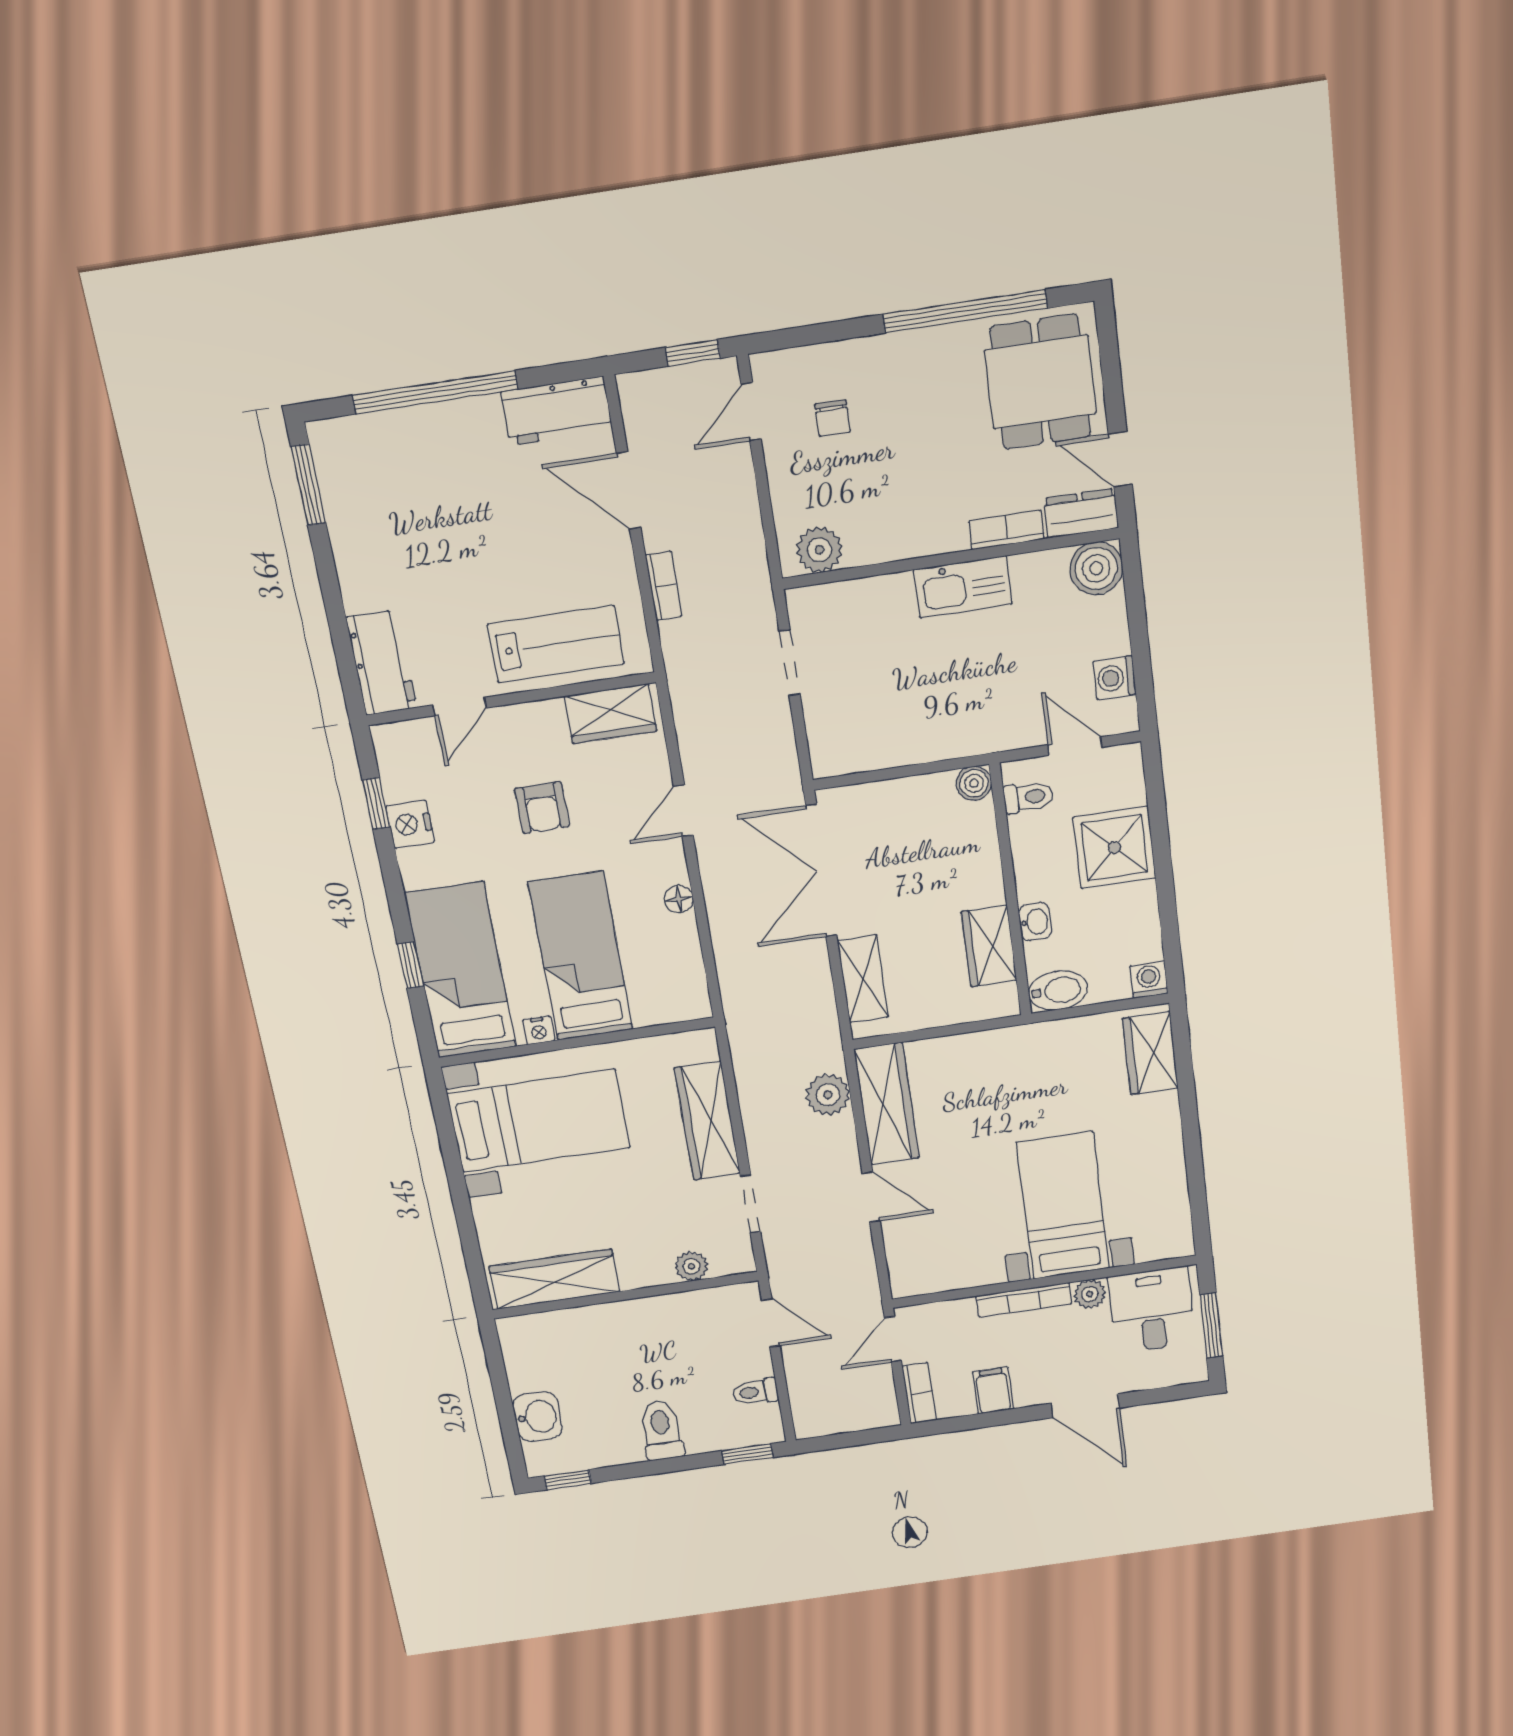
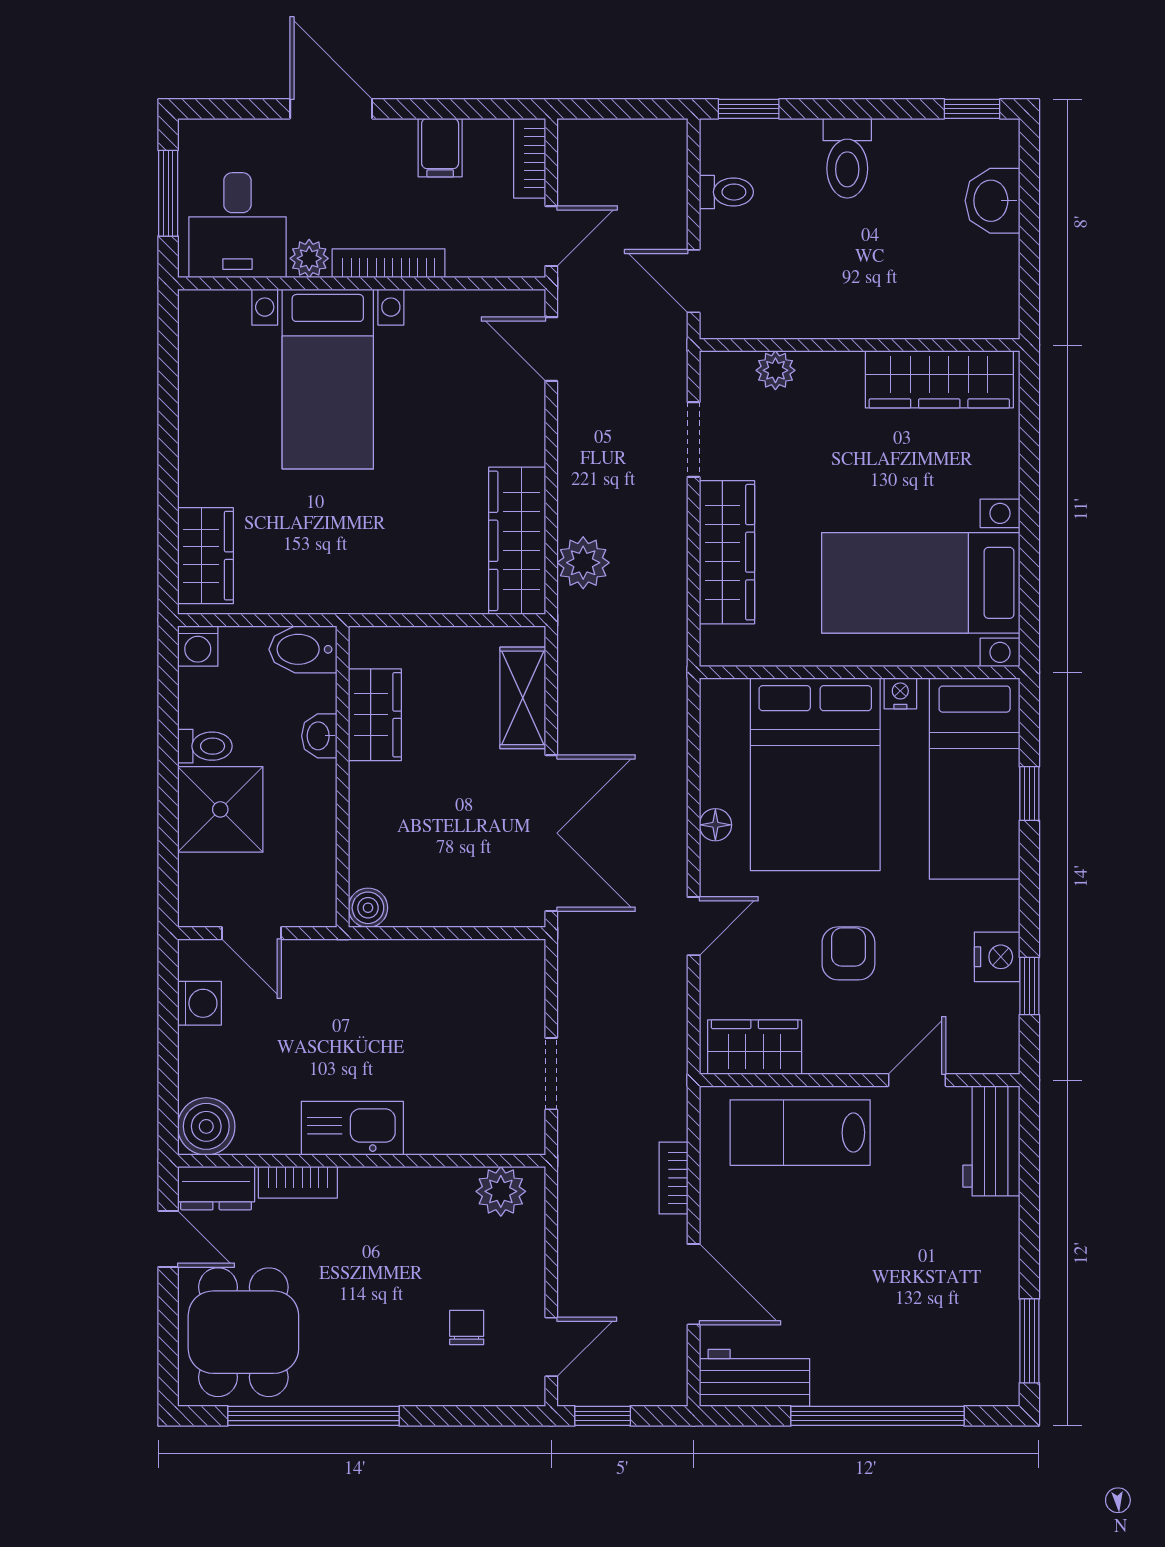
toilet: (1028, 797) -> (205, 746), moved, turned 180
bed: (581, 956) -> (815, 774), width x1.50
door: (871, 1197) -> (551, 349), moved

